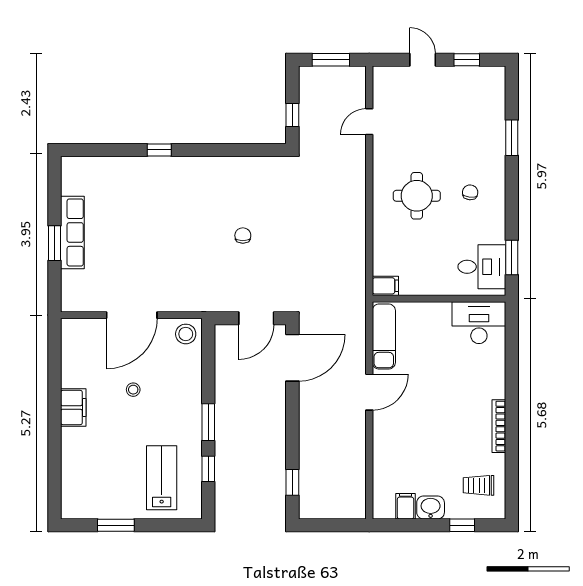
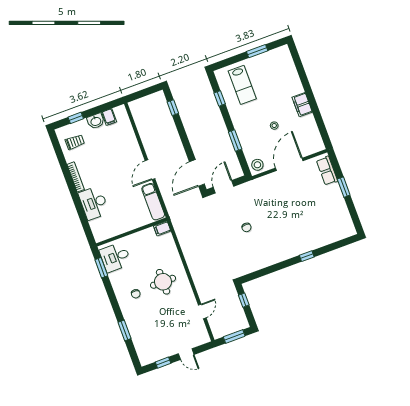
row of seats: (72, 232) -> (327, 171), moved, width x0.68
desk: (479, 323) -> (94, 203), moved, turned 90
window: (208, 422) -> (235, 141), moved

